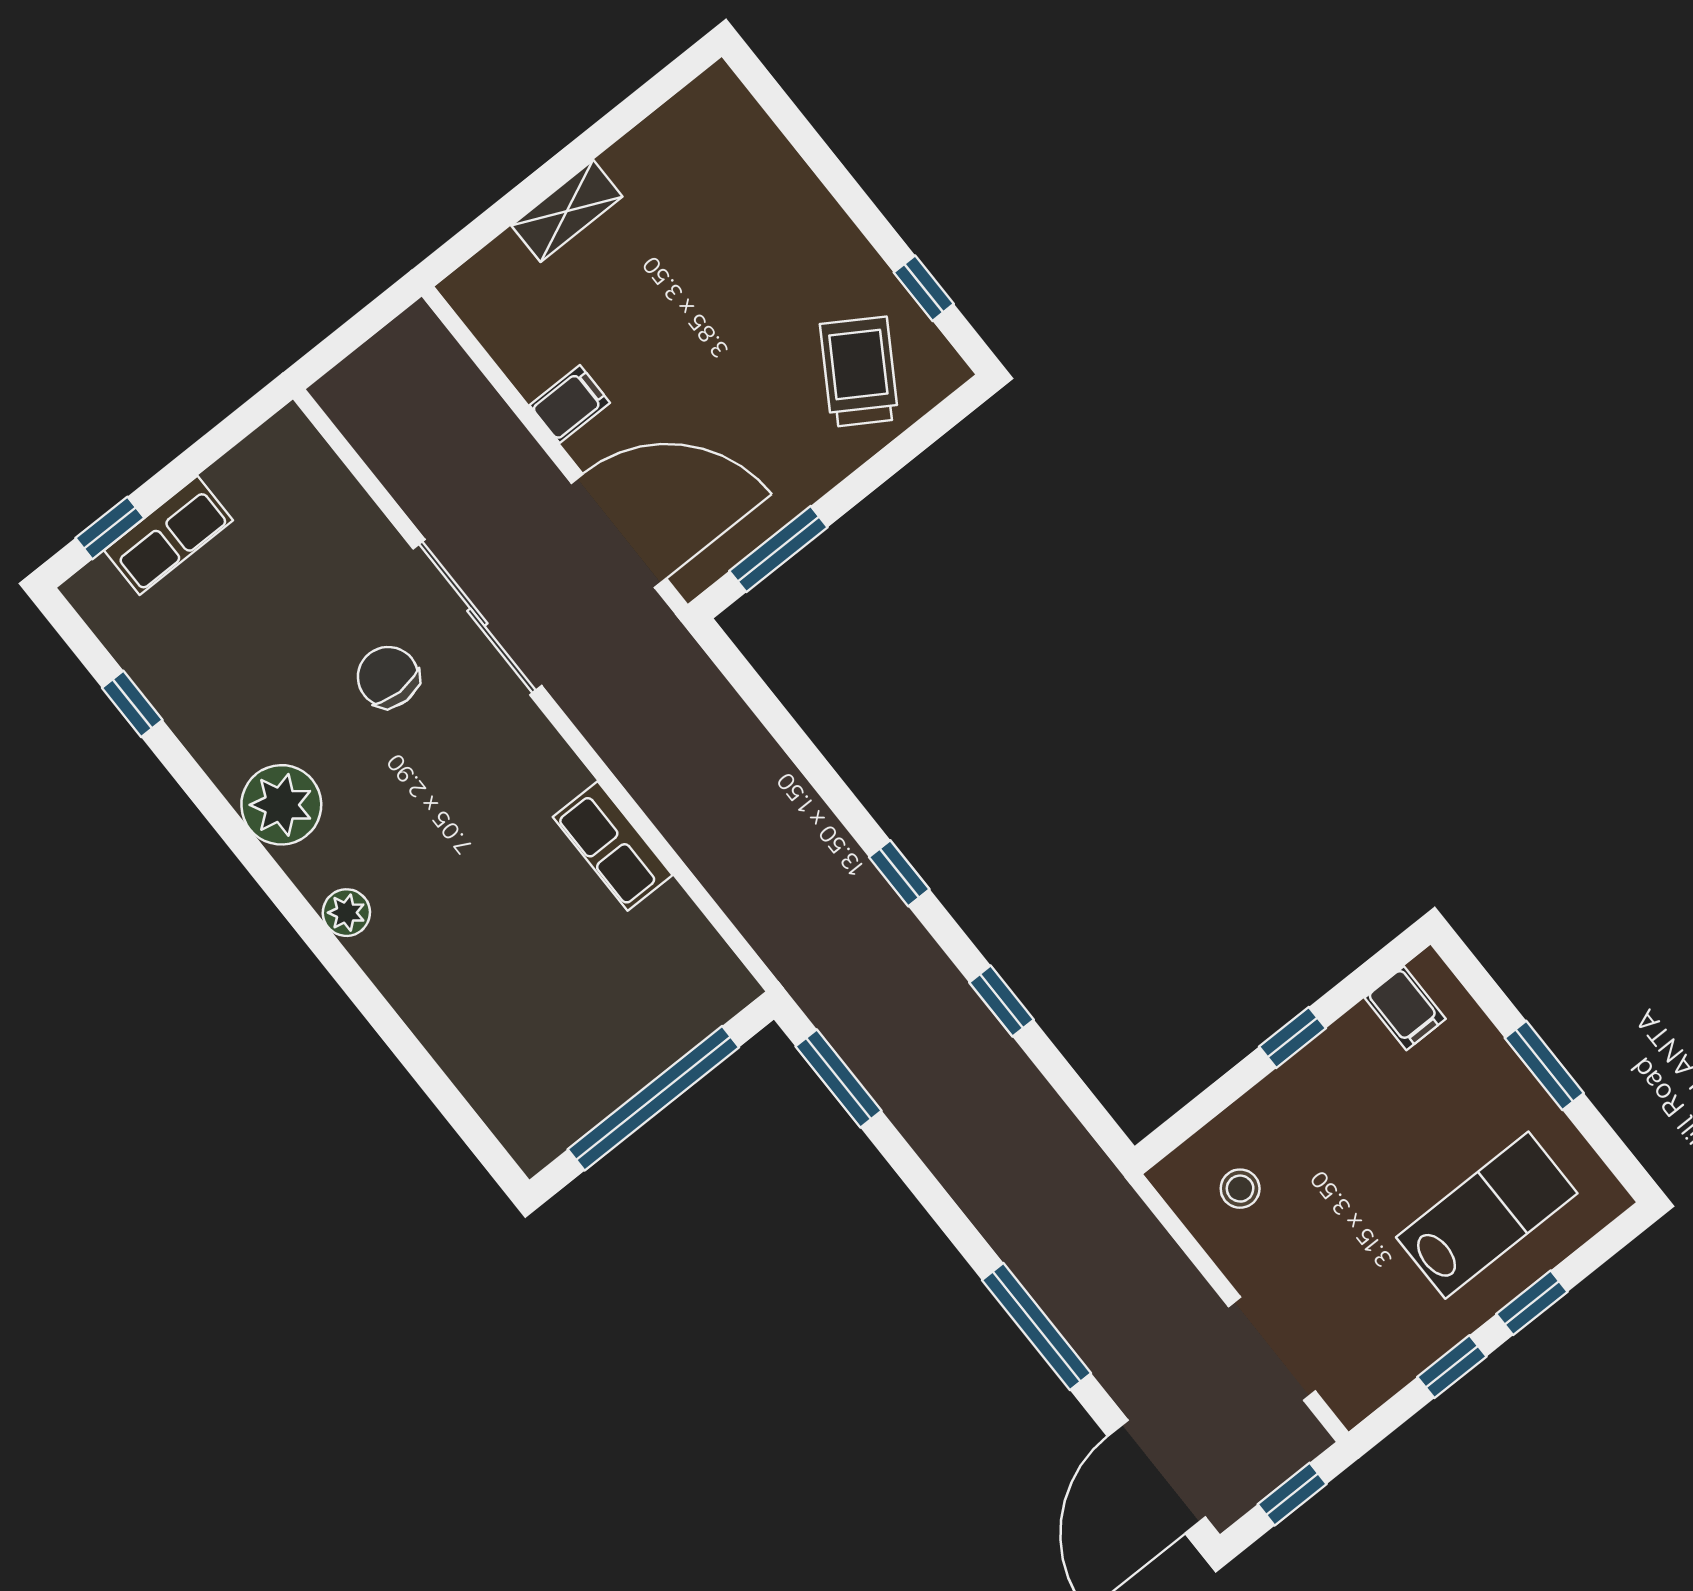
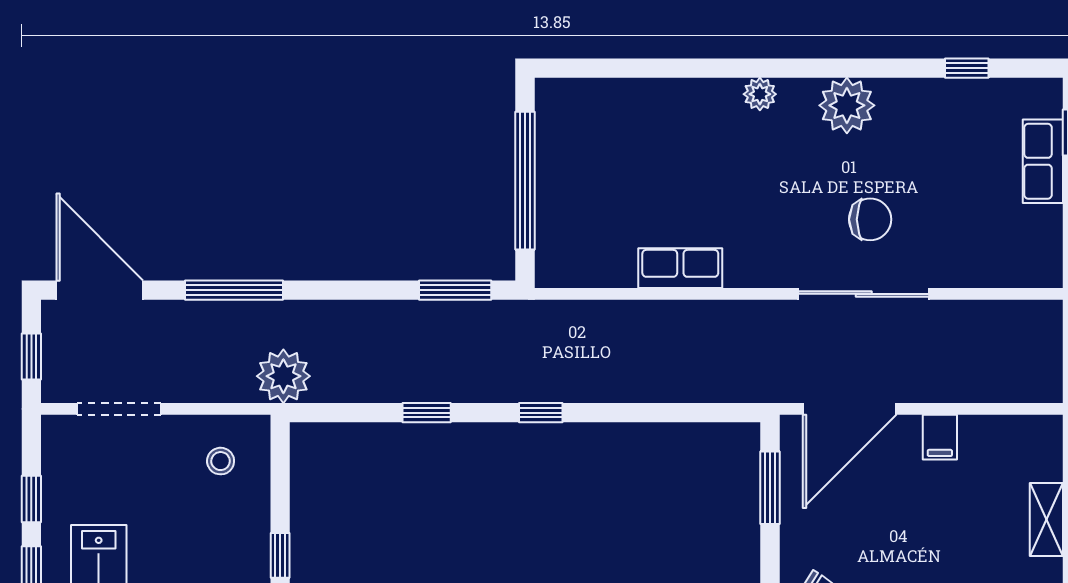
plant: (1089, 1194) -> (283, 376), added

